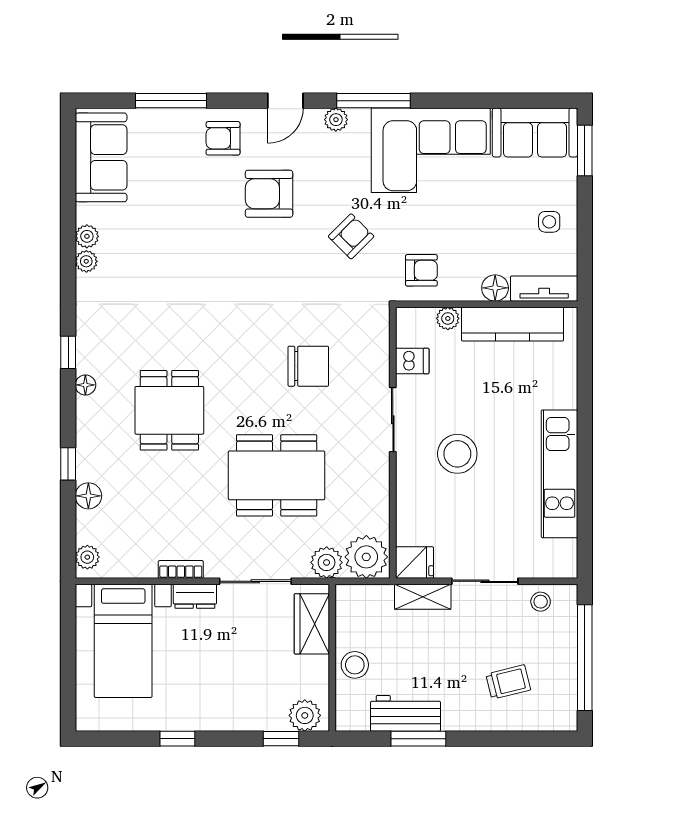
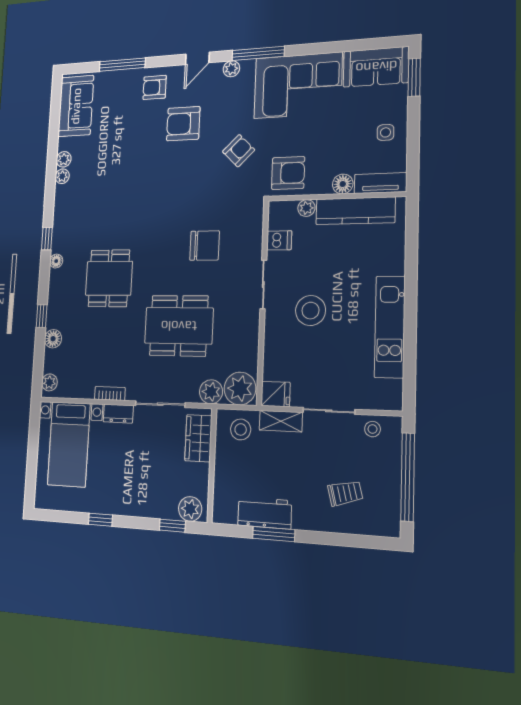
armchair: (421, 270) -> (288, 173), width x1.38, depth x1.38
stool: (355, 665) -> (241, 429), moved

